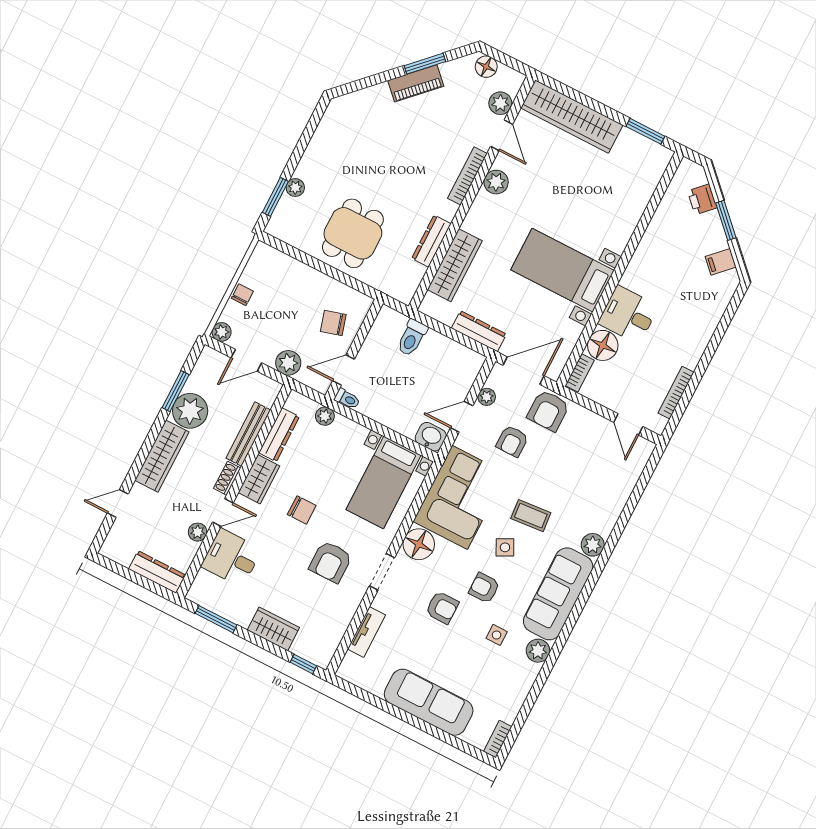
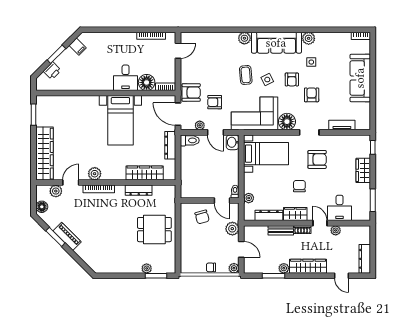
toilet: (412, 338) -> (190, 140), moved
plant: (190, 411) -> (284, 268), width x0.53, depth x0.53
bench: (248, 434) -> (281, 230), width x0.73
armchair: (512, 441) -> (215, 102), turned 180
dresser: (157, 572) -> (365, 259), moved

